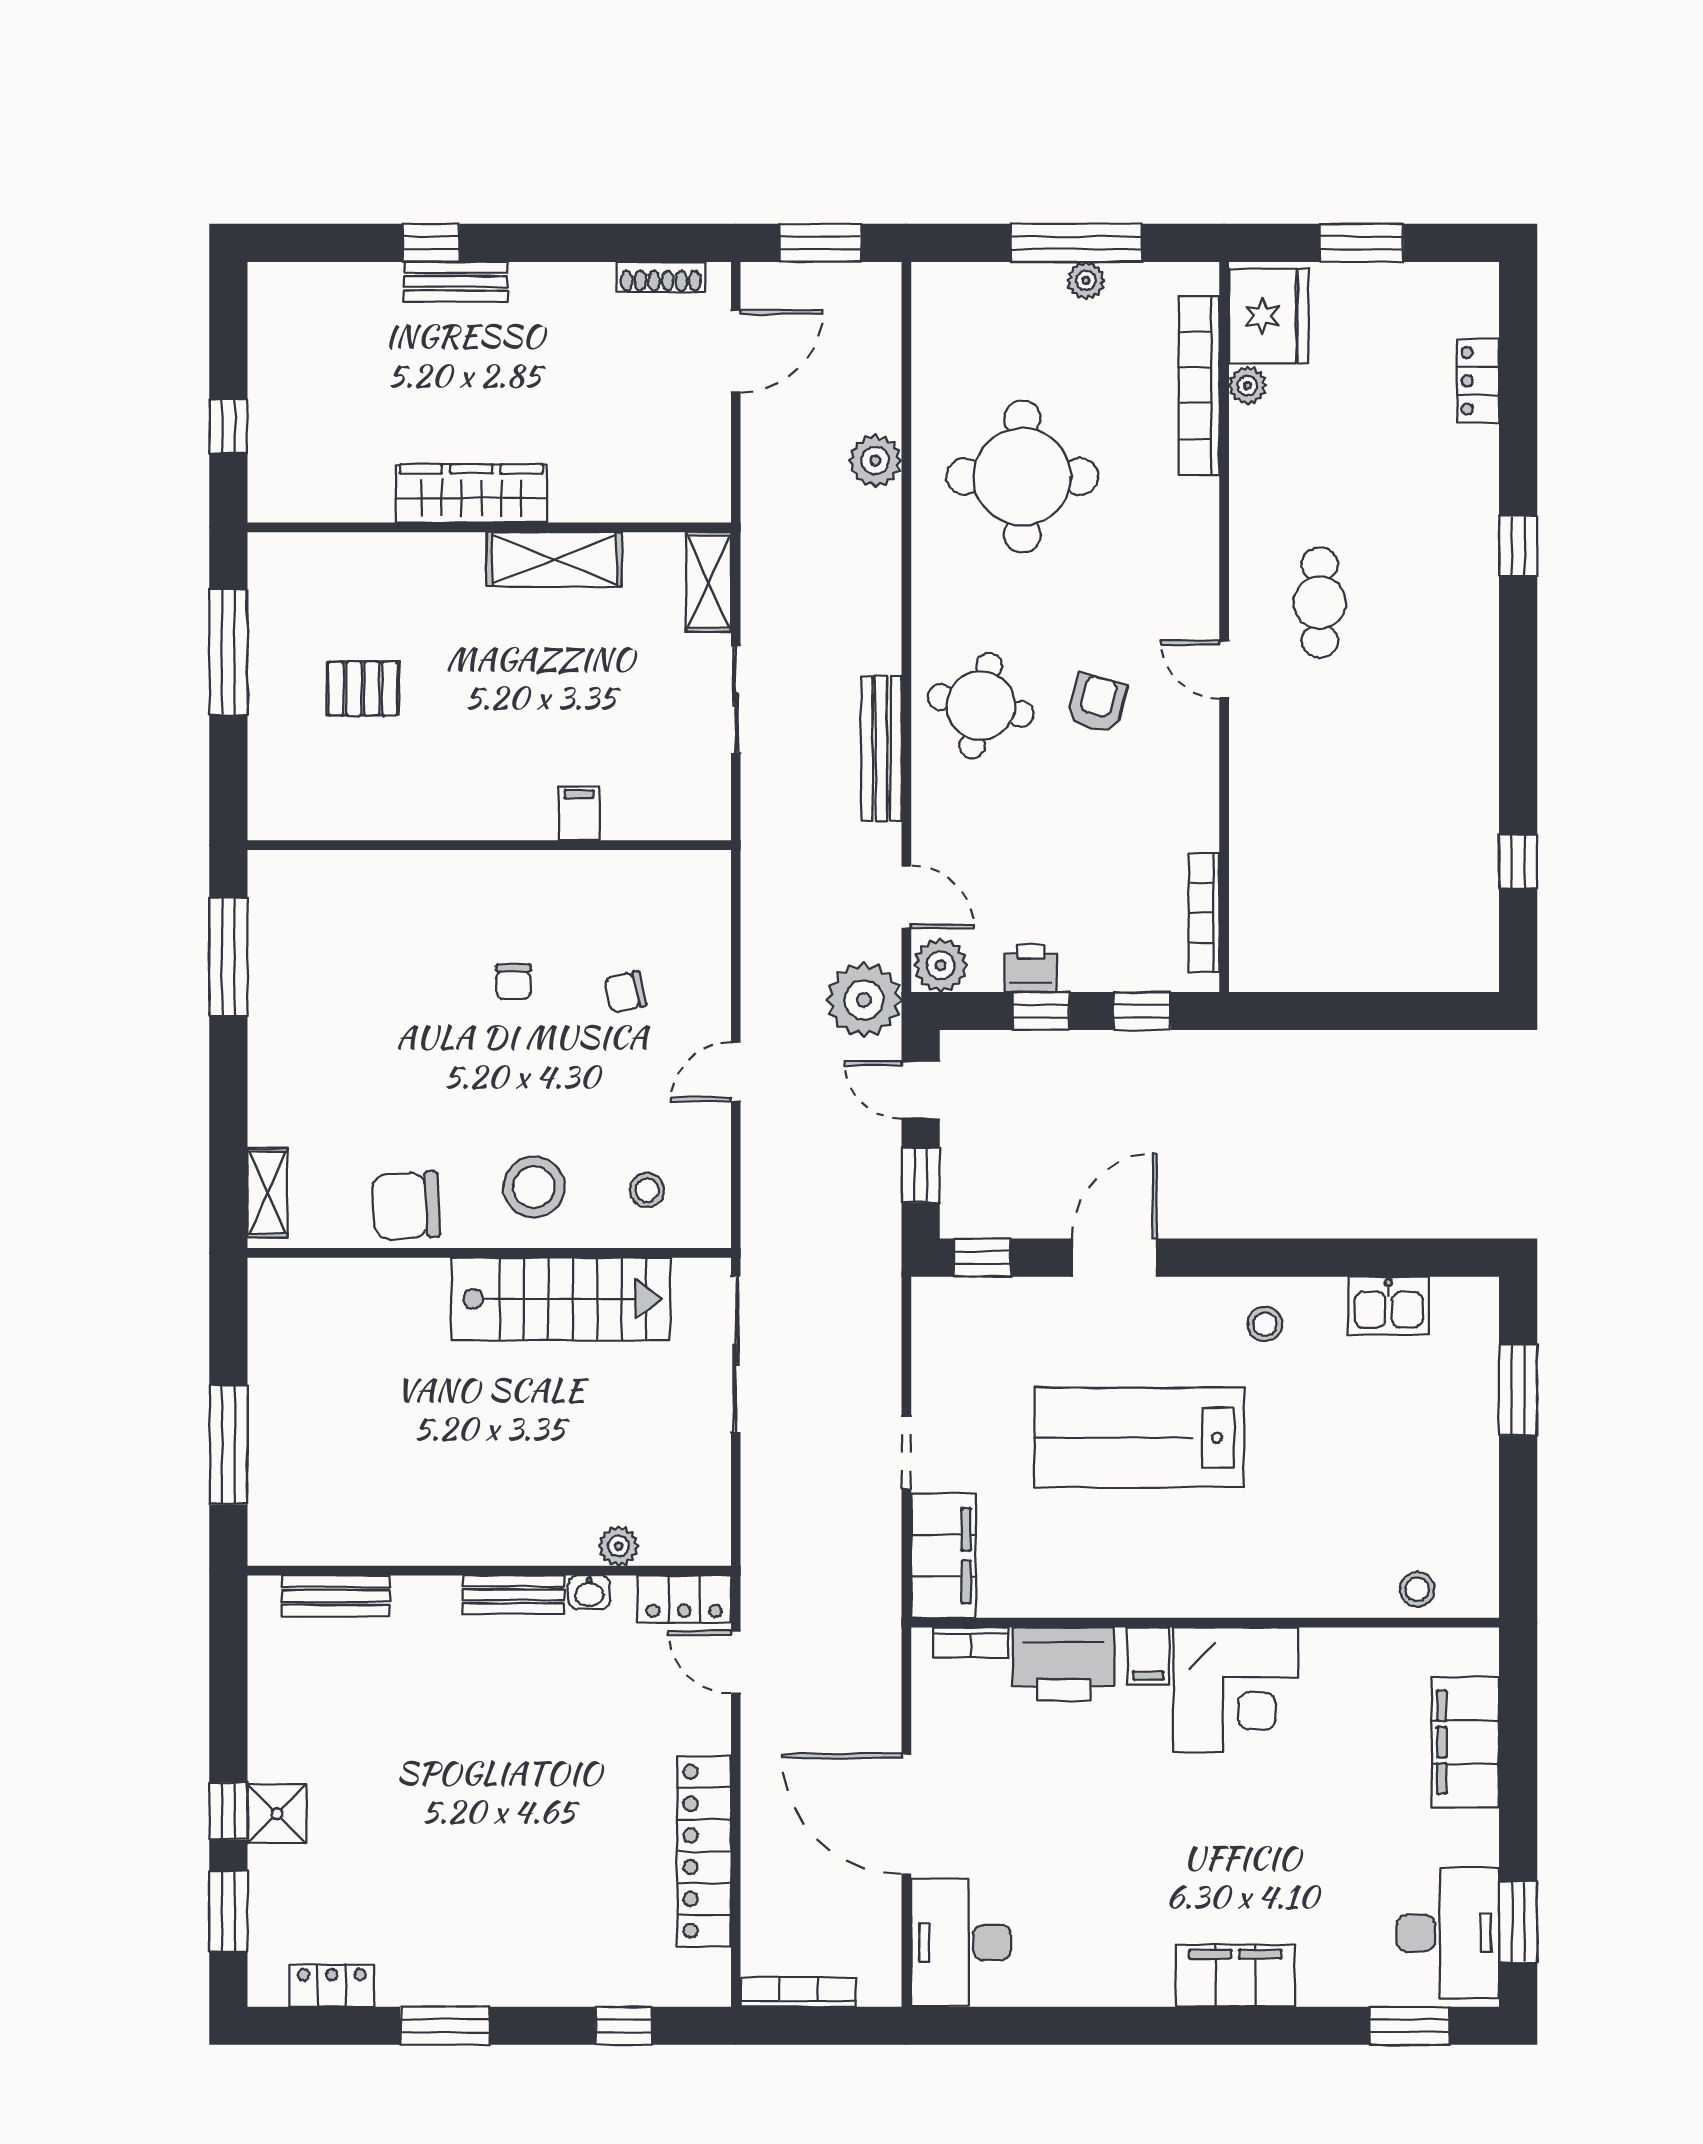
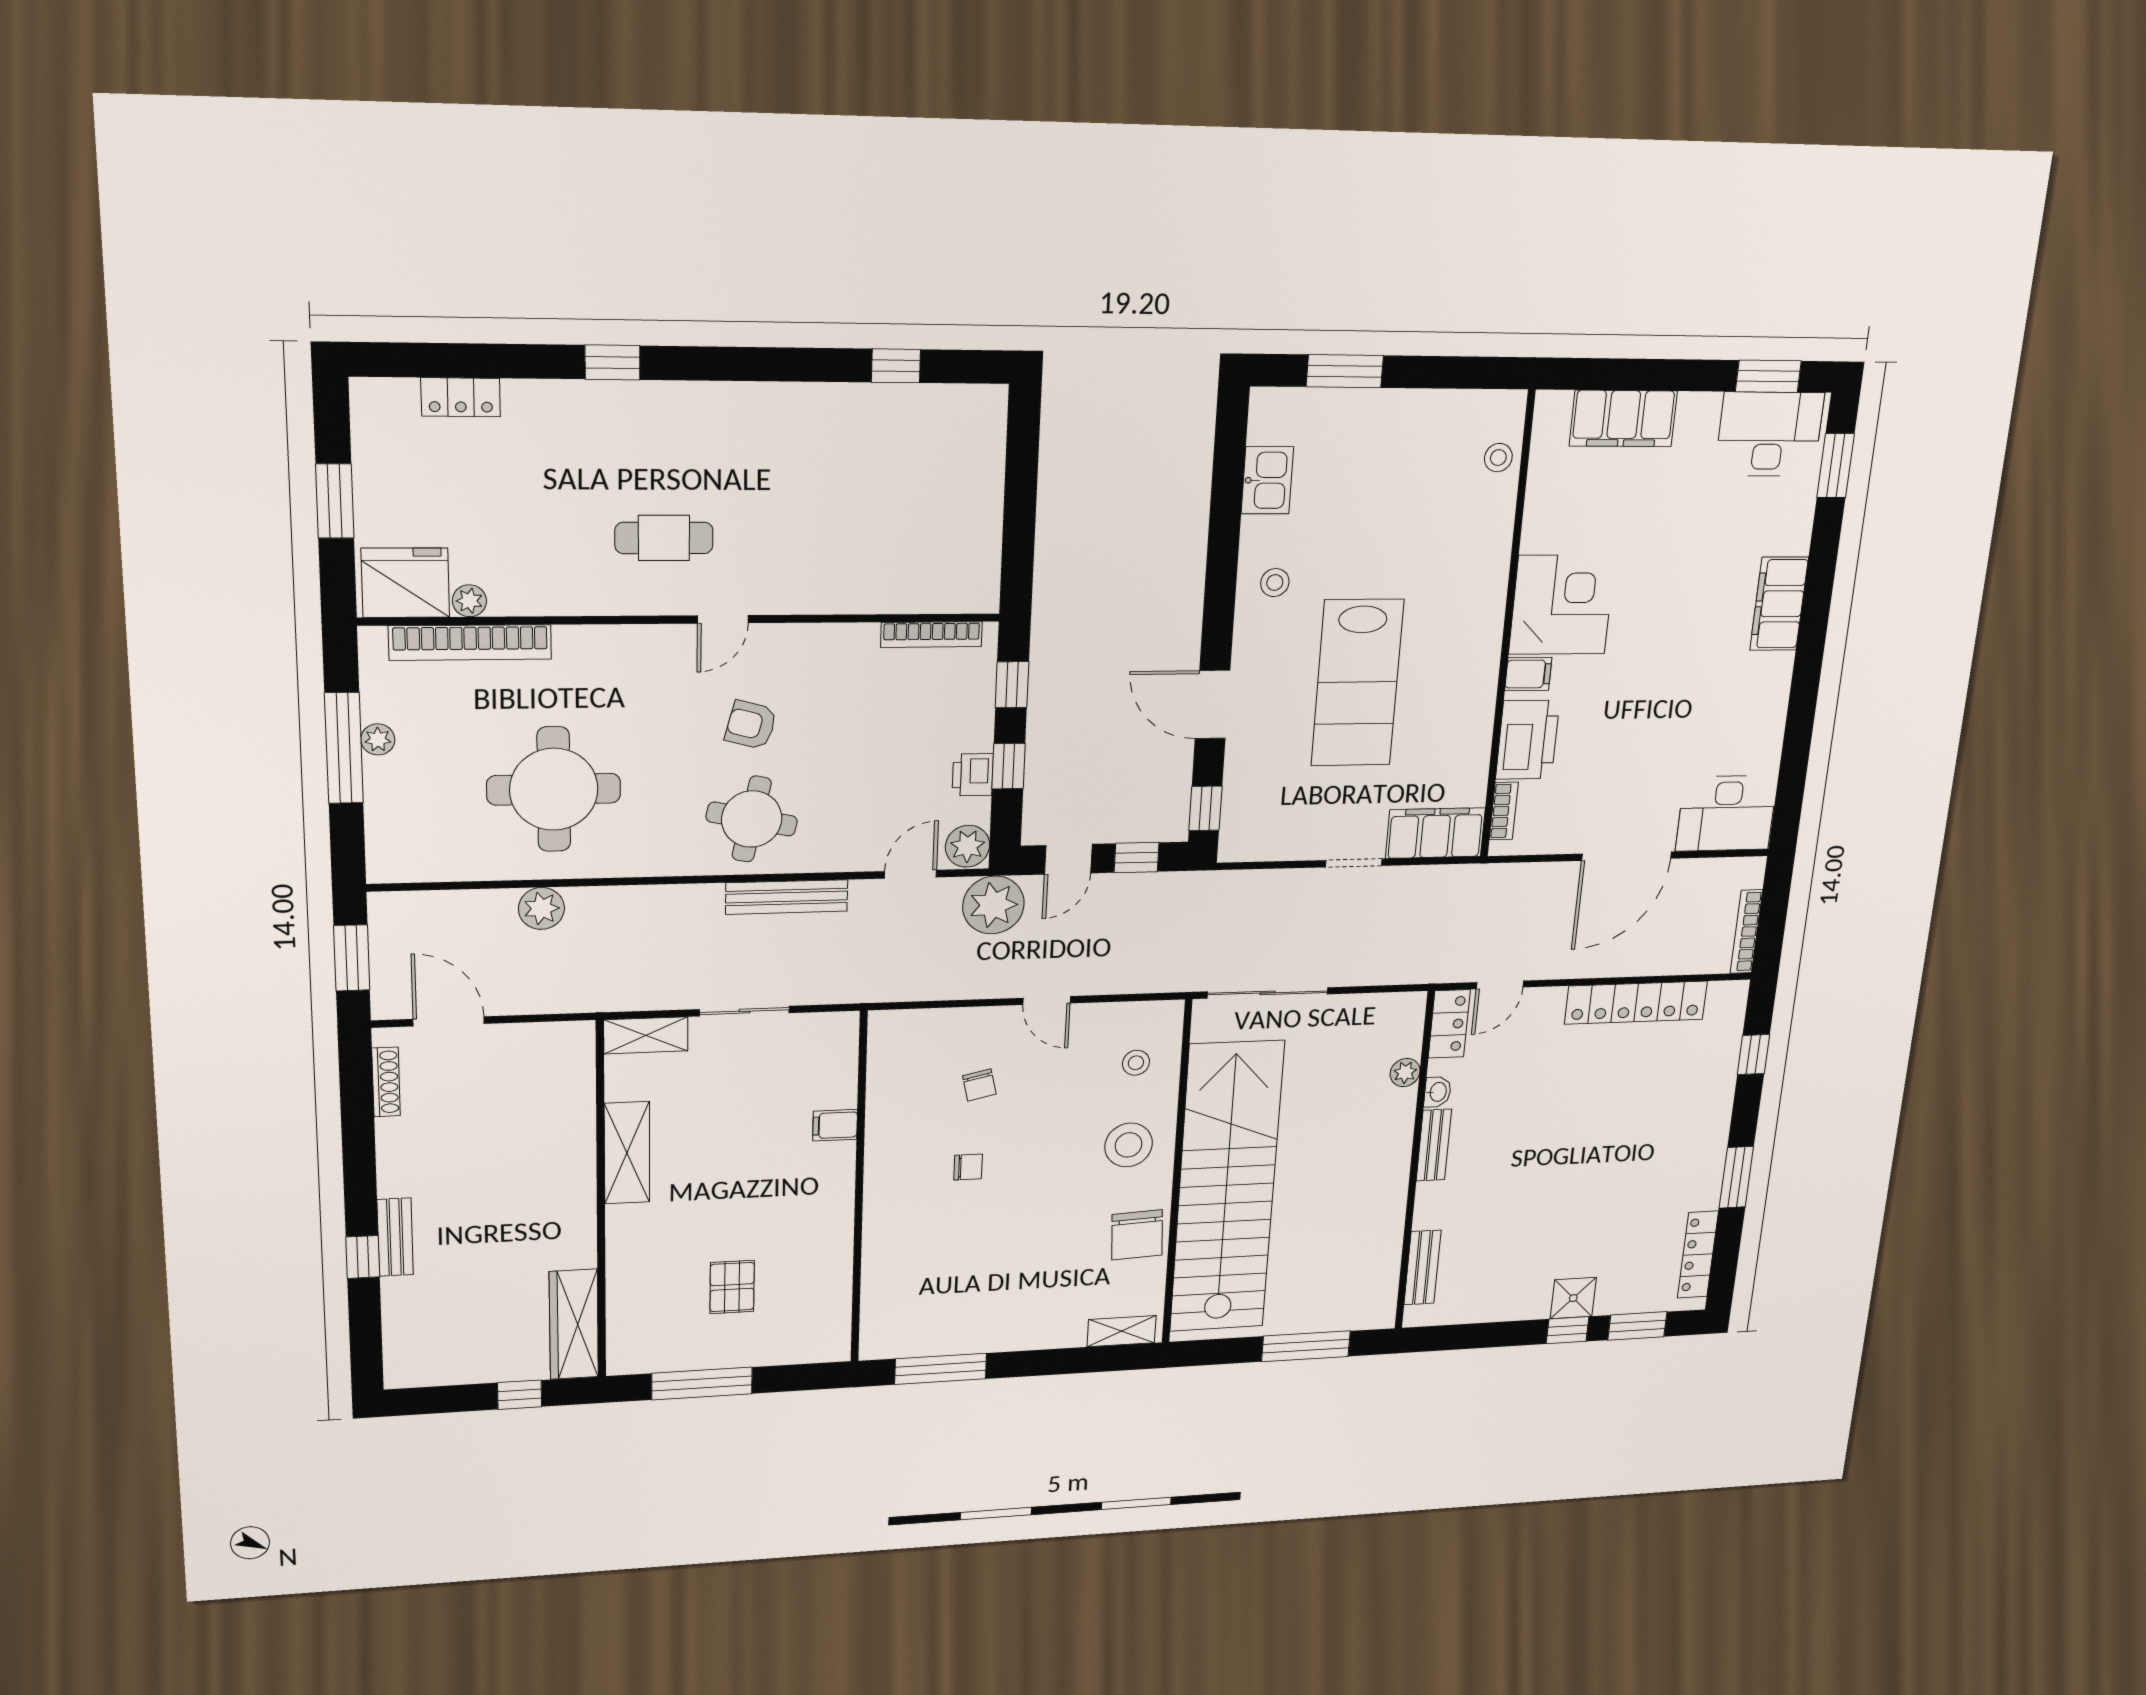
wardrobe: (471, 493) -> (574, 1324), moved
stairs: (561, 1299) -> (1227, 1188), width x1.86, depth x1.51
locker: (332, 1985) -> (1698, 1255), width x1.53

